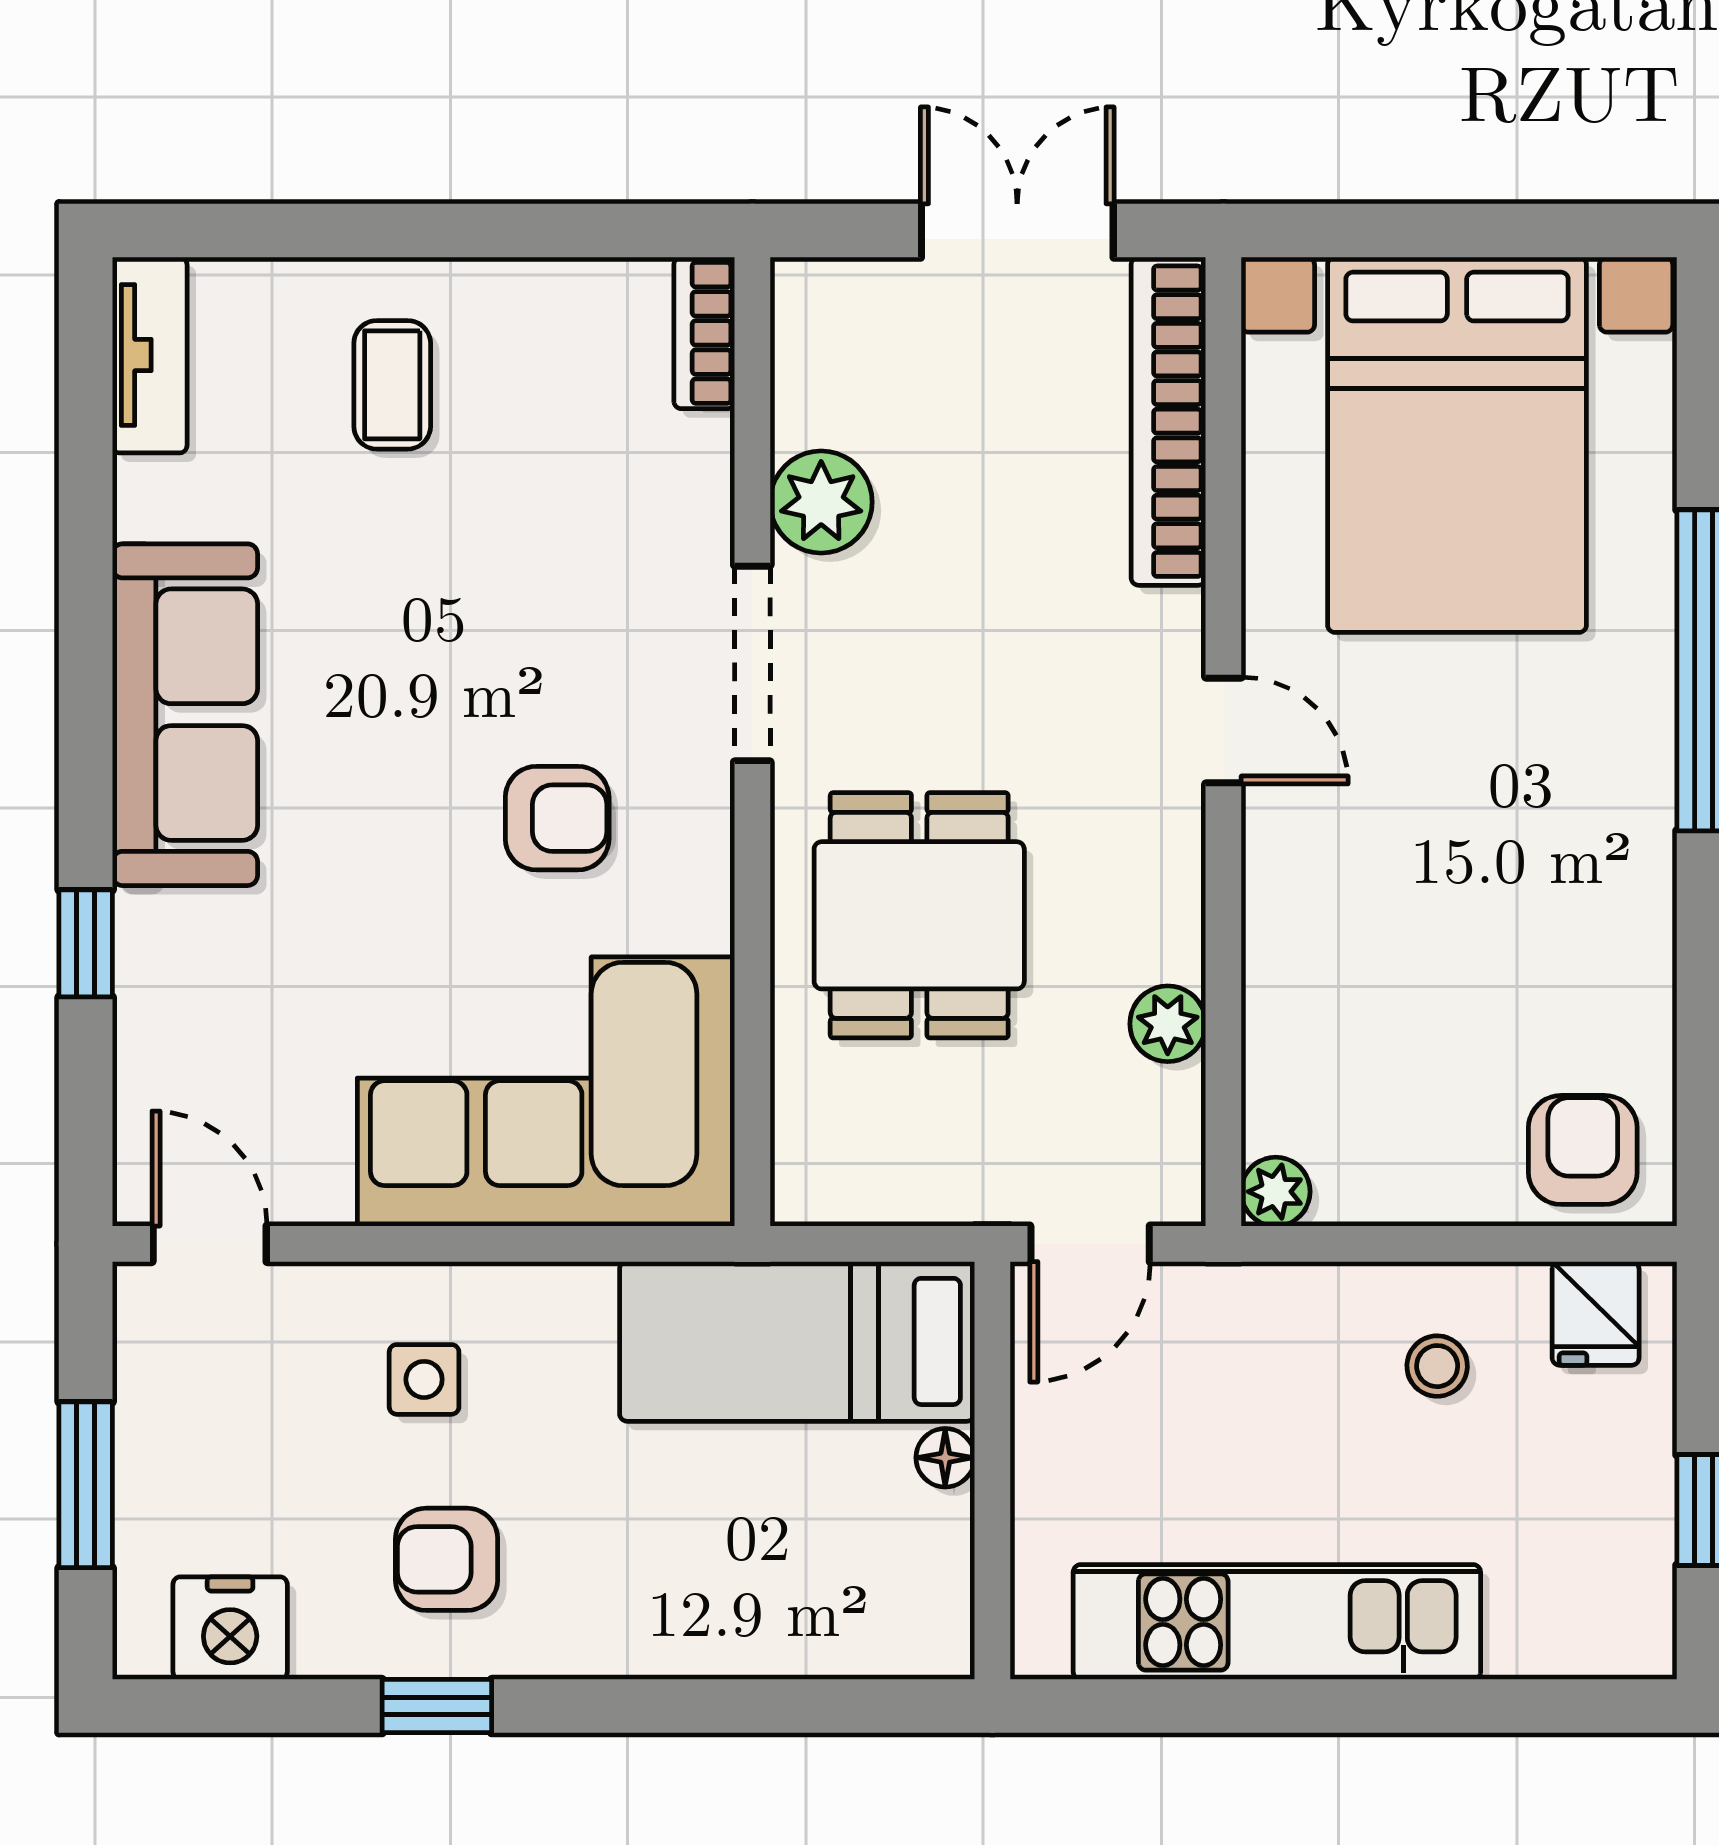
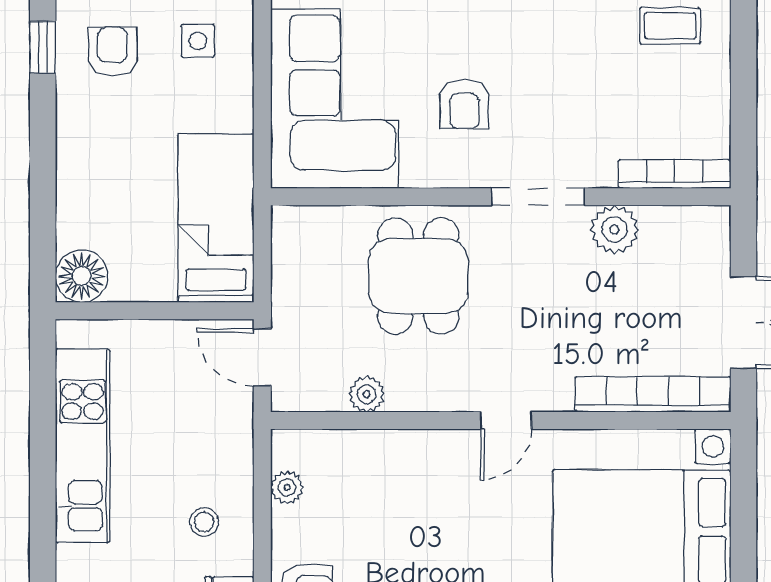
bookcase: (704, 333) -> (675, 174), width x1.56
dining table: (919, 915) -> (418, 276), turned 90
plant: (1276, 1192) -> (287, 487), moved
floor lamp: (945, 1458) -> (82, 276), moved, width x1.89, depth x1.89

